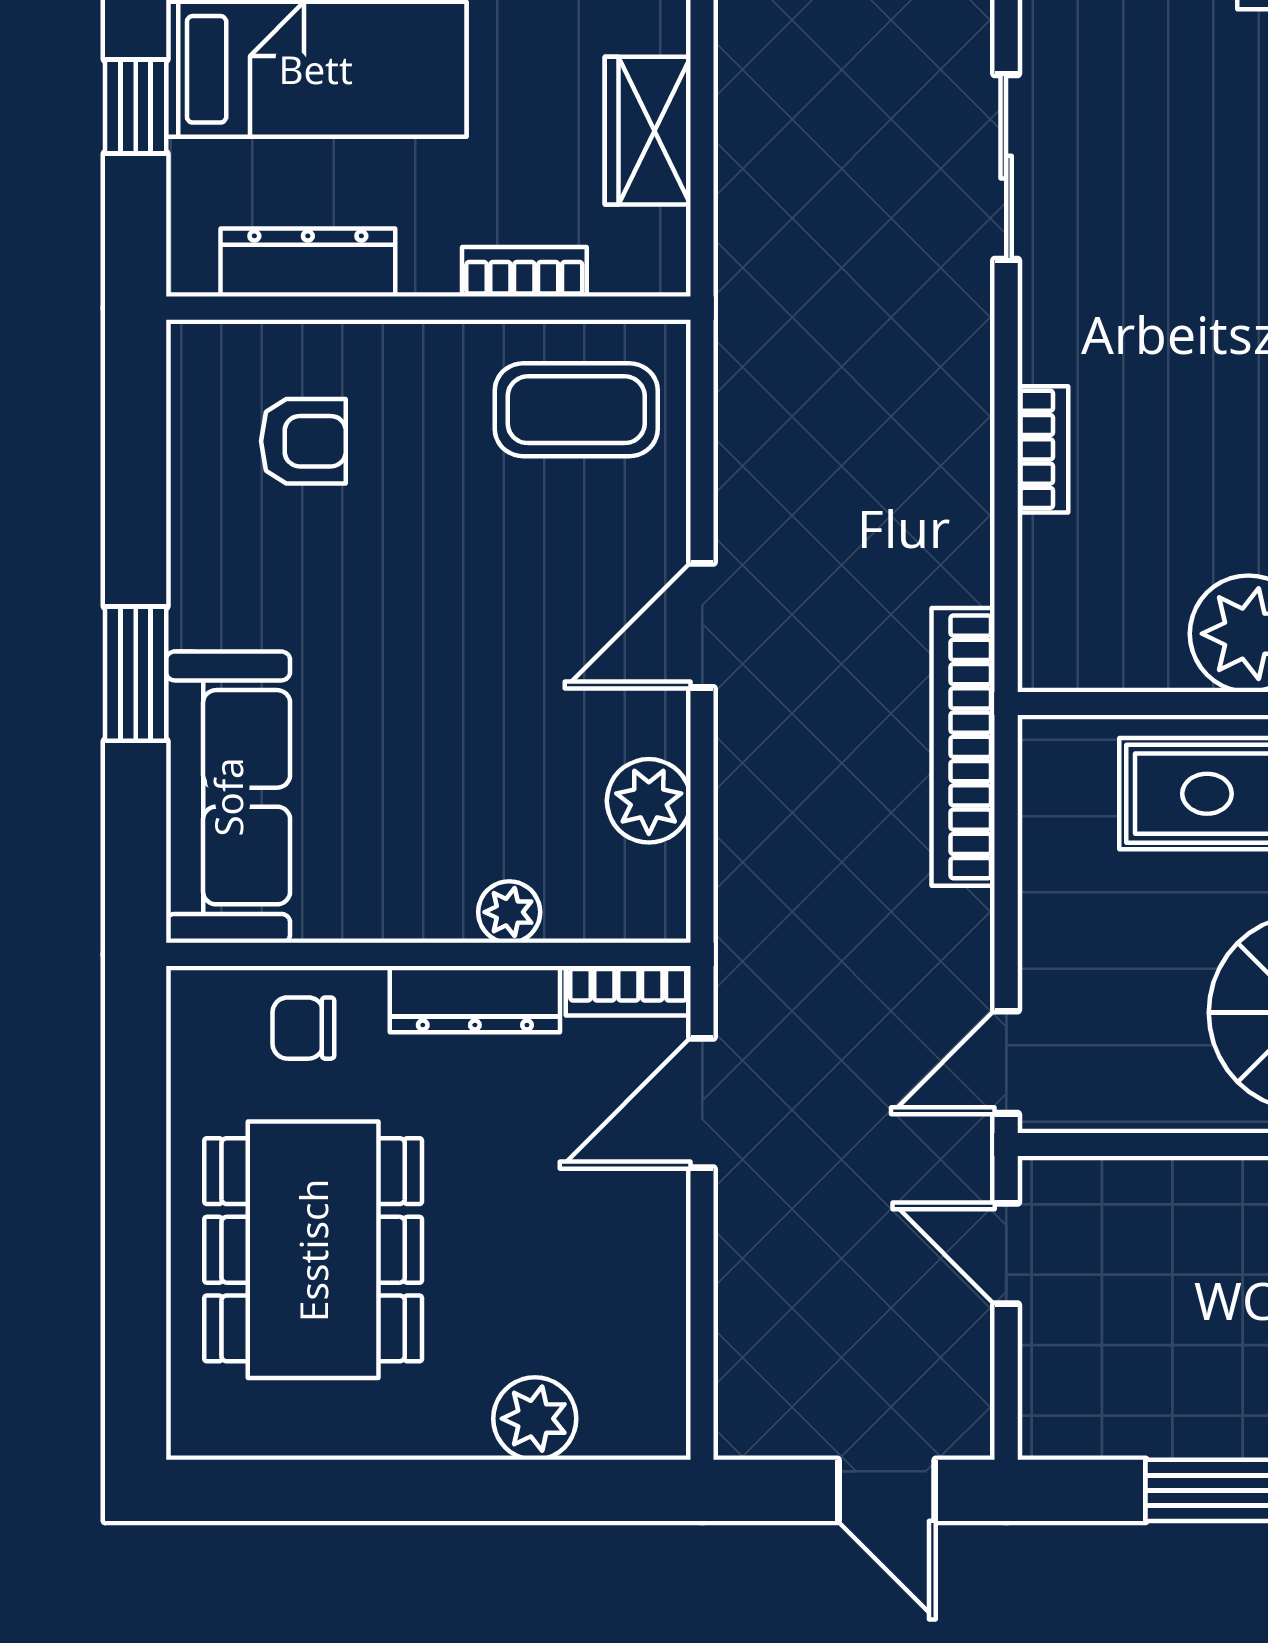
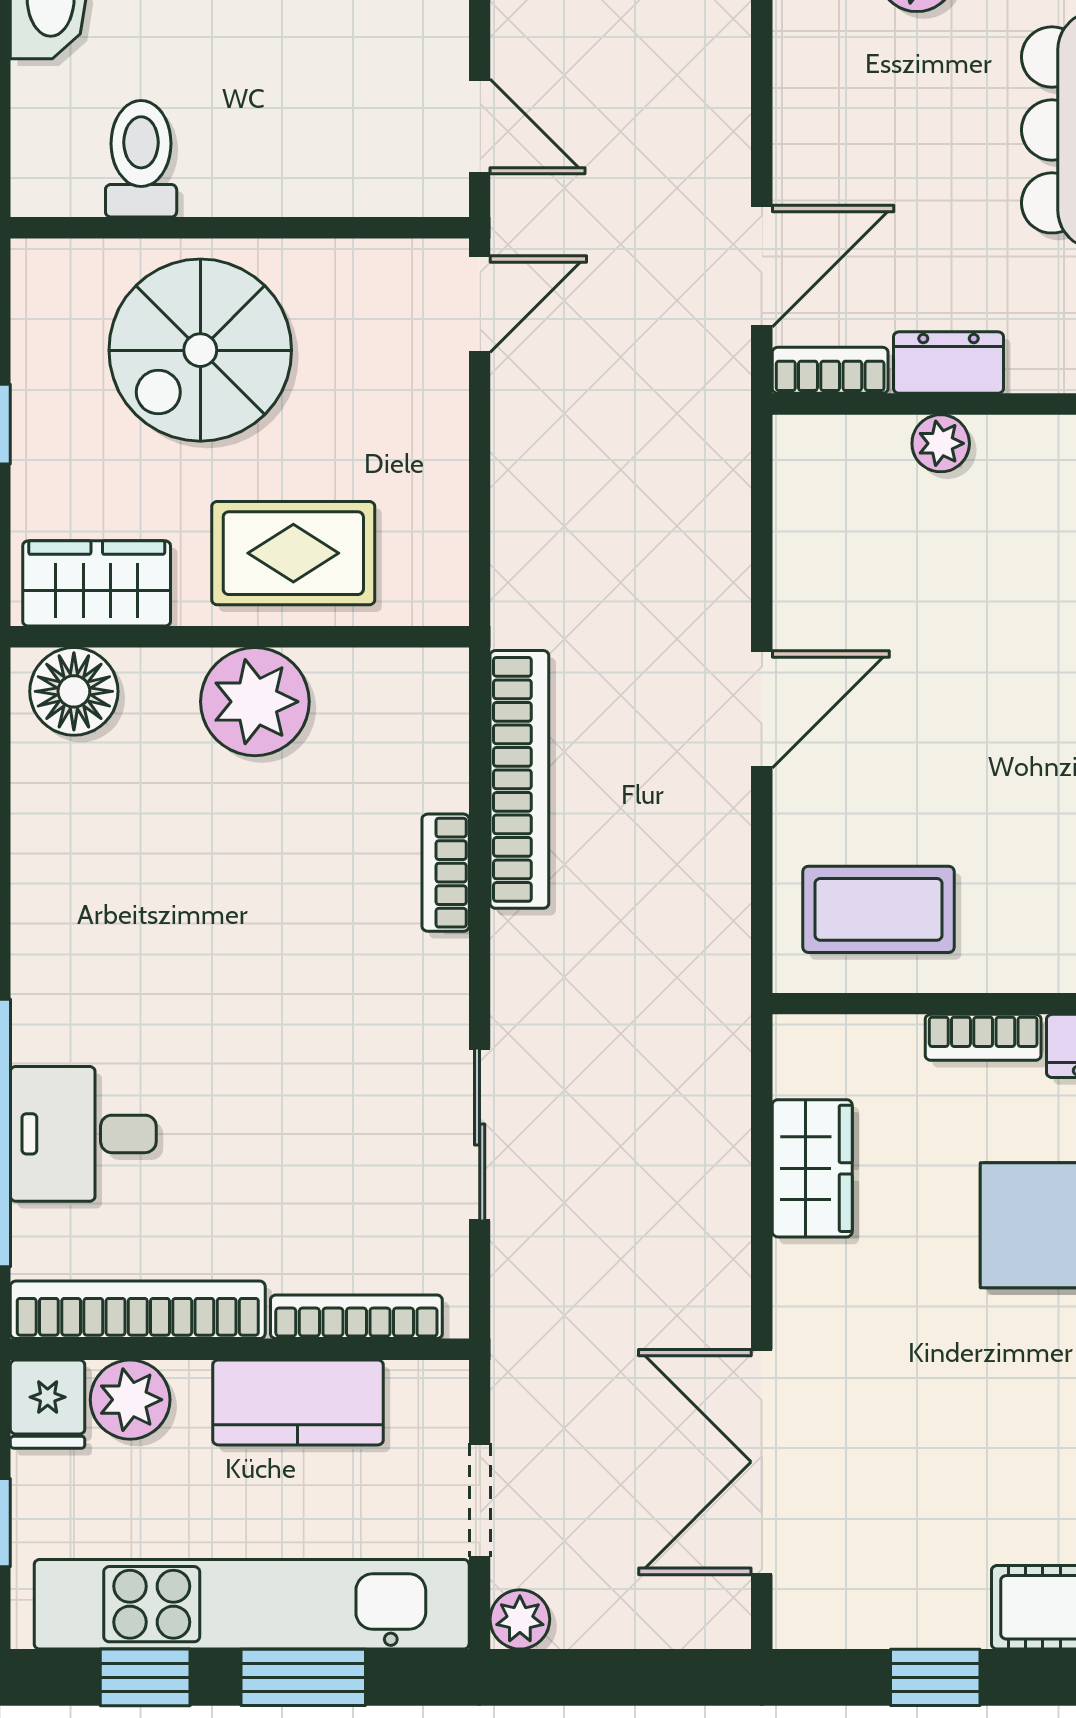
bookcase: (524, 272) -> (983, 1037), moved
bookcase: (963, 747) -> (519, 779), moved
plant: (649, 801) -> (811, 547), removed
dresser: (475, 999) -> (949, 363), width x0.70

